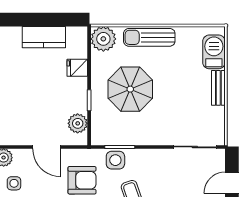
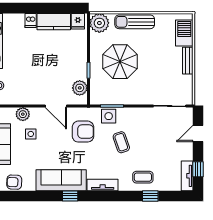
dishwasher: (14, 36) -> (31, 21), added
fridge: (77, 68) -> (78, 21), moved, turned -90

